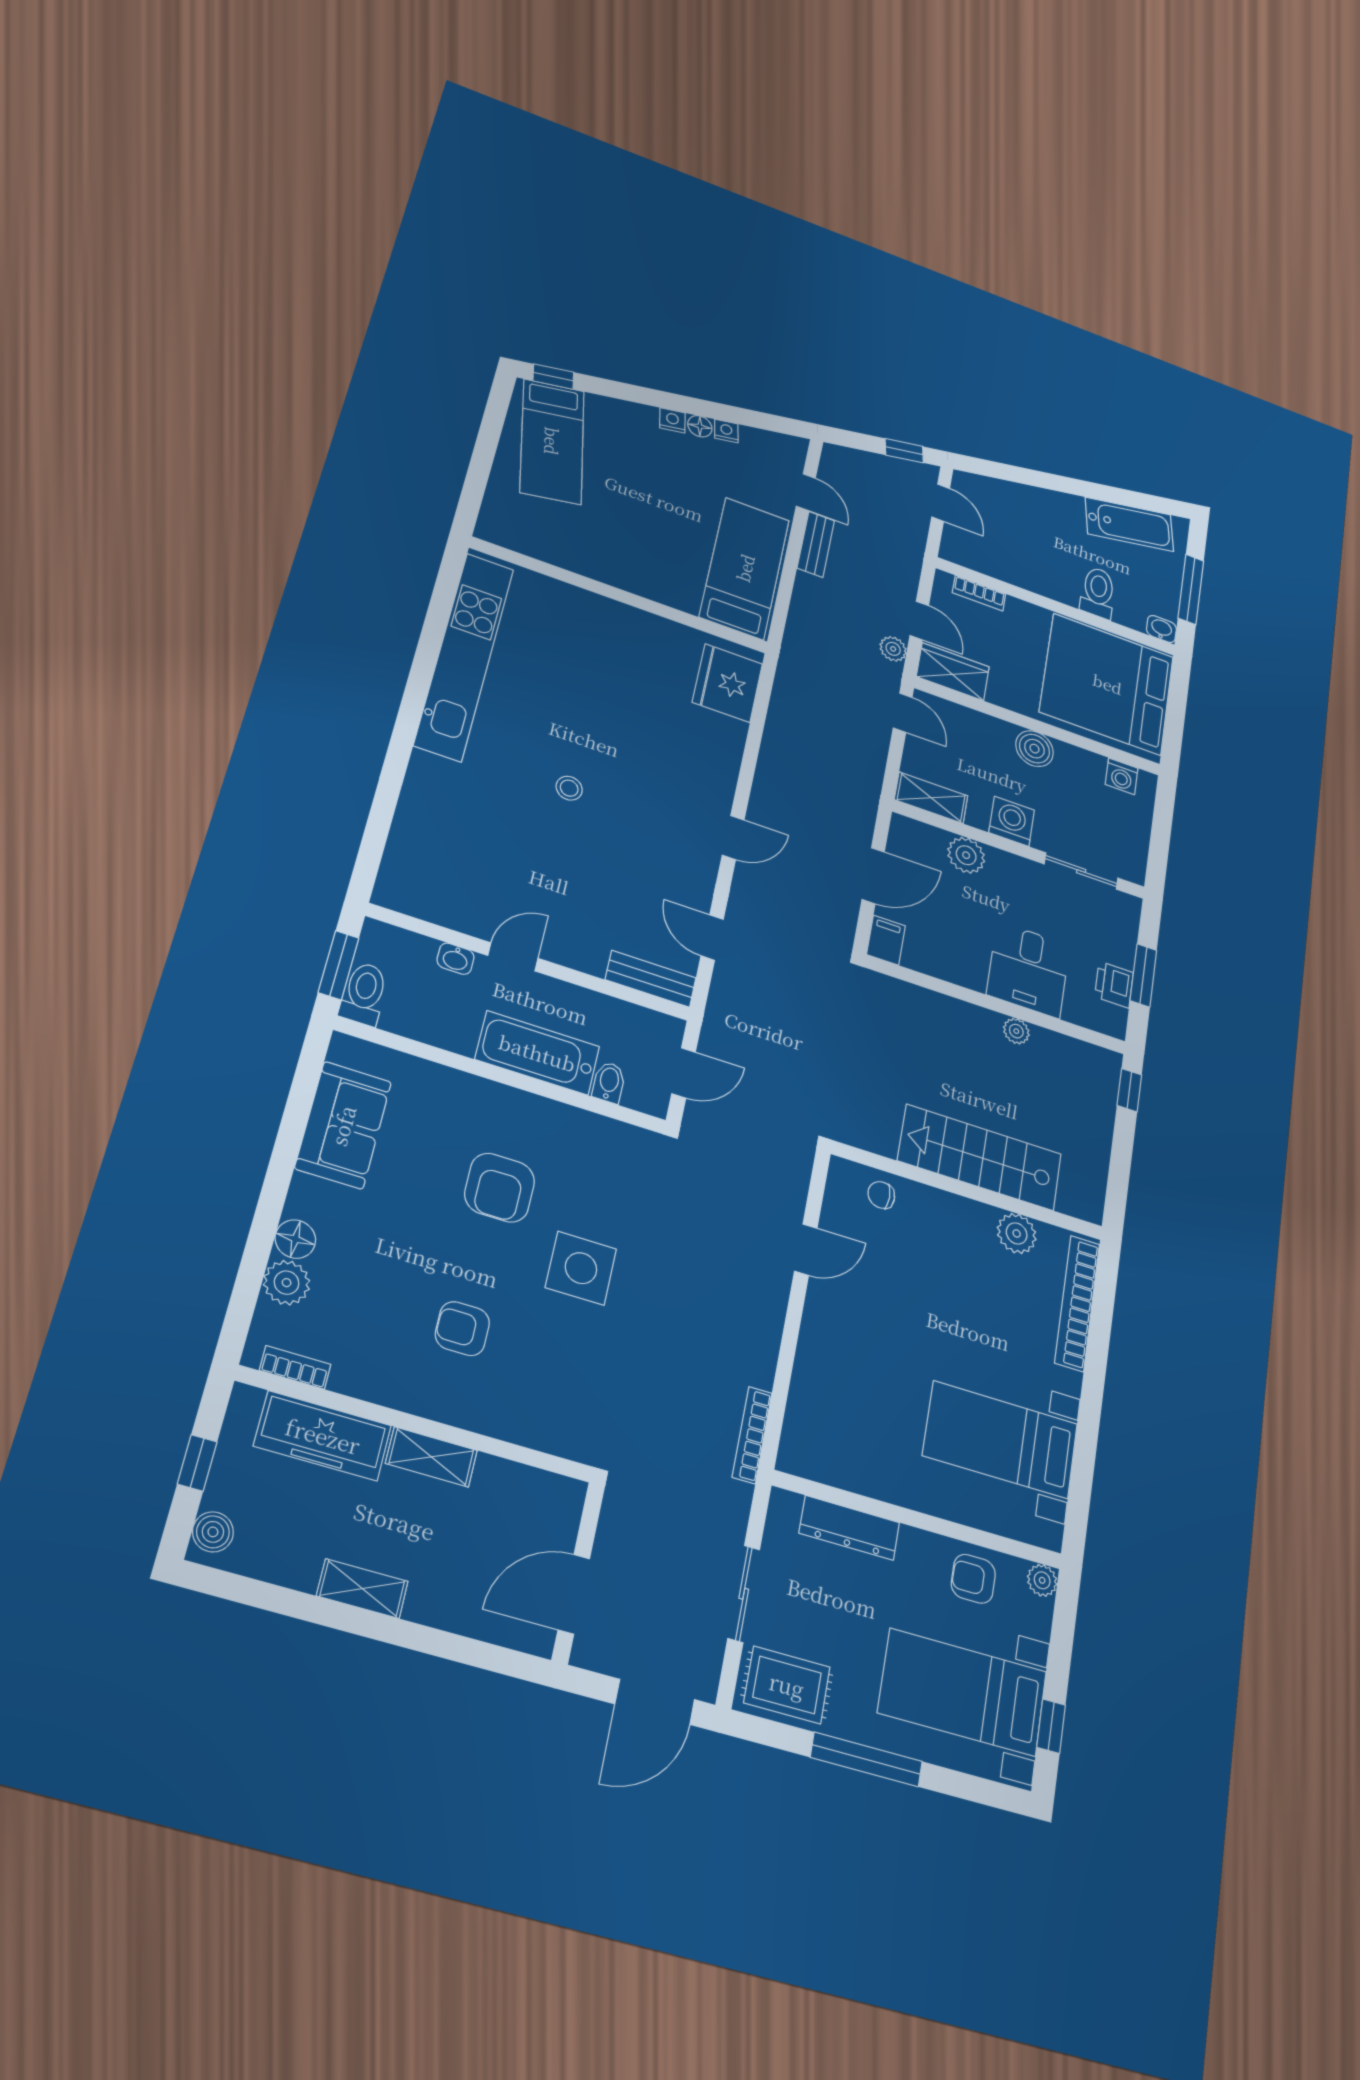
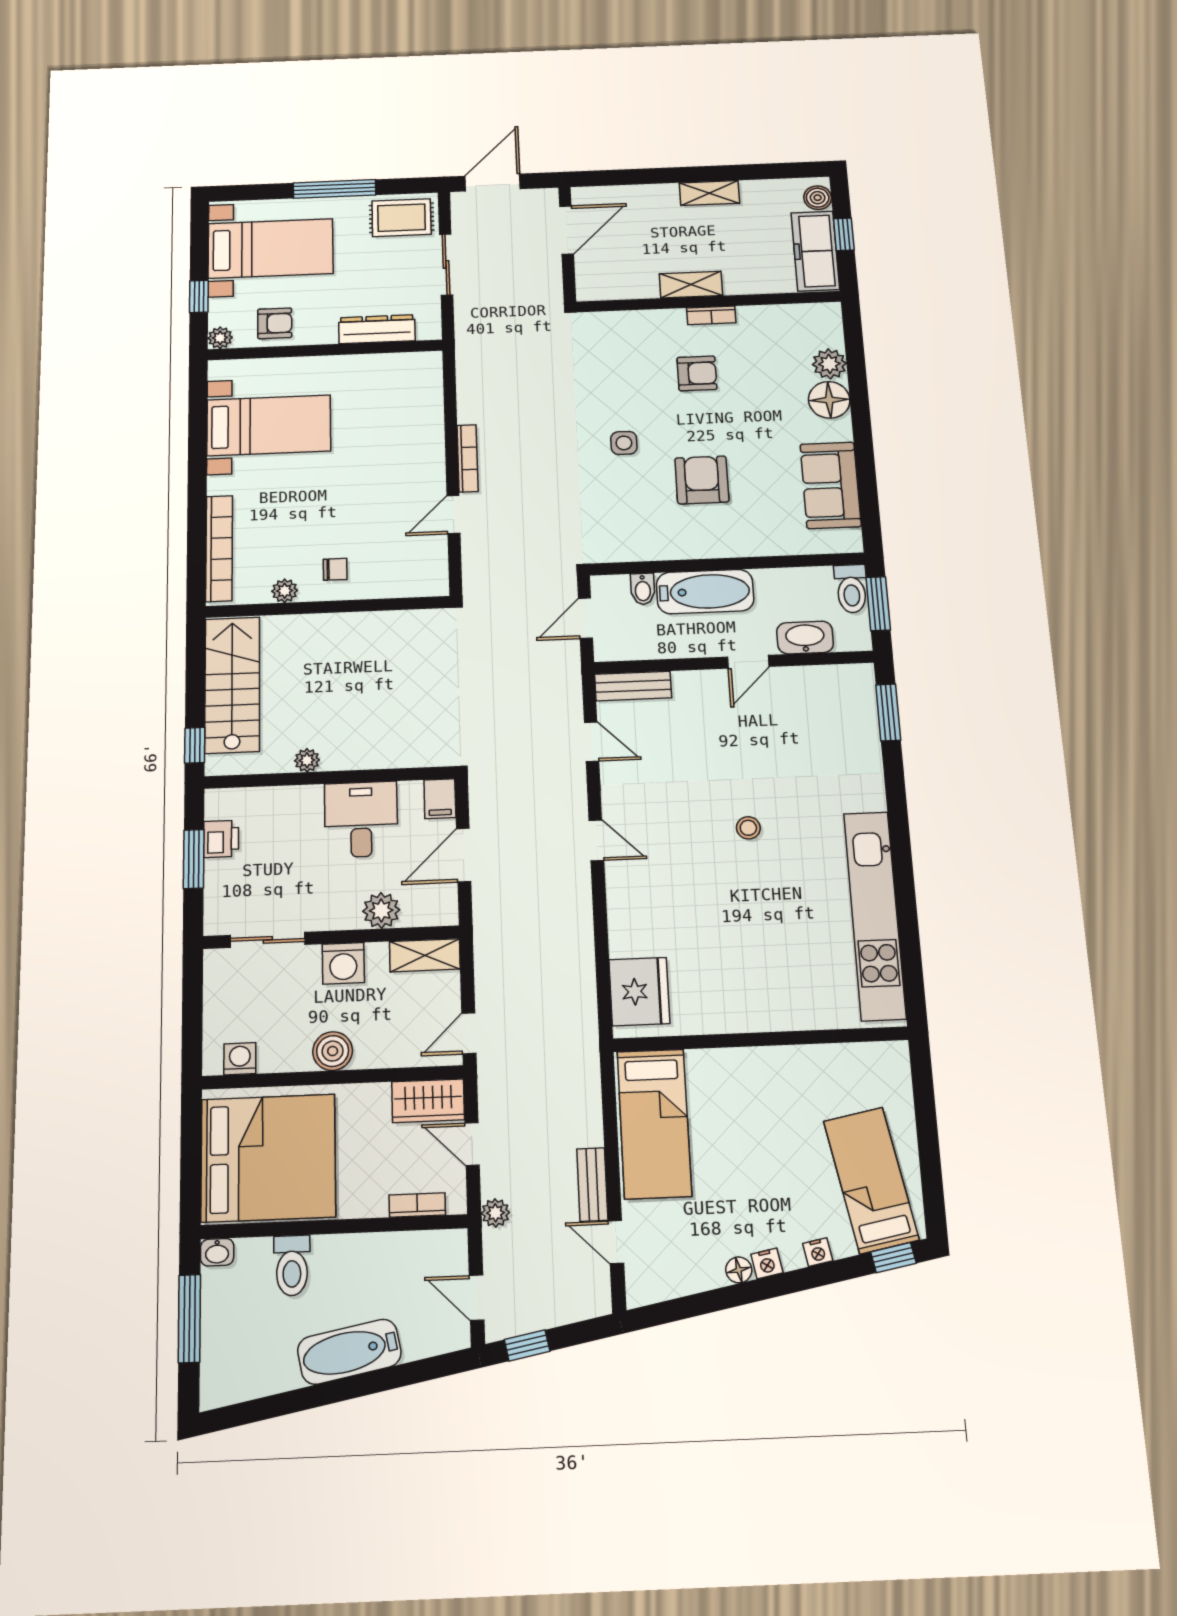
nightstand: (726, 431) -> (818, 1252), moved
bathtub: (1129, 524) -> (349, 1352), moved
plant: (893, 649) -> (495, 1213), moved
door: (903, 713) -> (469, 1033), hinge flipped
door: (733, 838) -> (596, 840), swing flipped
window: (373, 844) -> (888, 712), added
washbasin: (456, 959) -> (805, 638), width x1.91, depth x1.45
desk: (1028, 970) -> (361, 819), moved
stairs: (980, 1157) -> (232, 685), moved, turned -90
chair: (881, 1195) -> (335, 569), moved
plant: (1017, 1233) -> (285, 591), width x0.73, depth x0.73
floor lamp: (295, 1239) -> (829, 400), width x1.38, depth x1.38
side table: (581, 1268) -> (624, 443), width x0.54, depth x0.54
bookcase: (295, 1367) -> (711, 315), moved
bookcase: (752, 1435) -> (468, 458), moved
freezer: (323, 1436) -> (815, 251), moved, turned -90
window: (1051, 1726) -> (199, 296), moved

